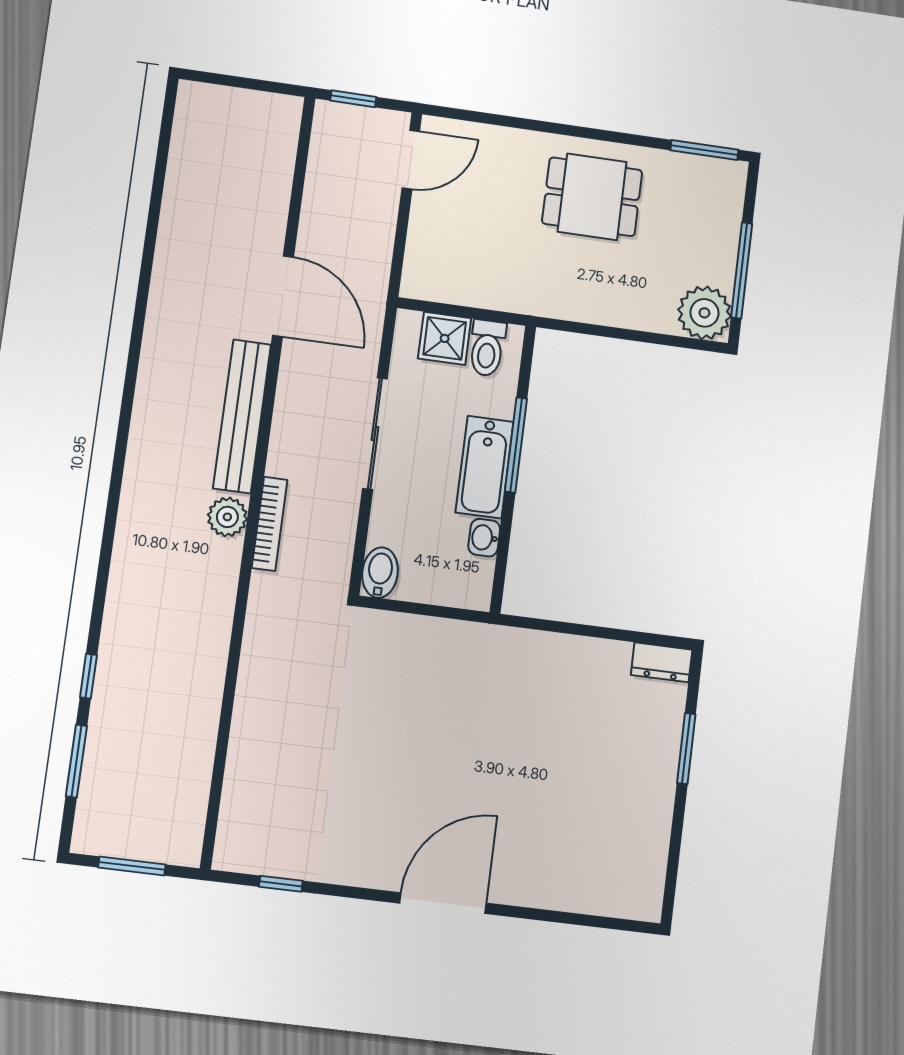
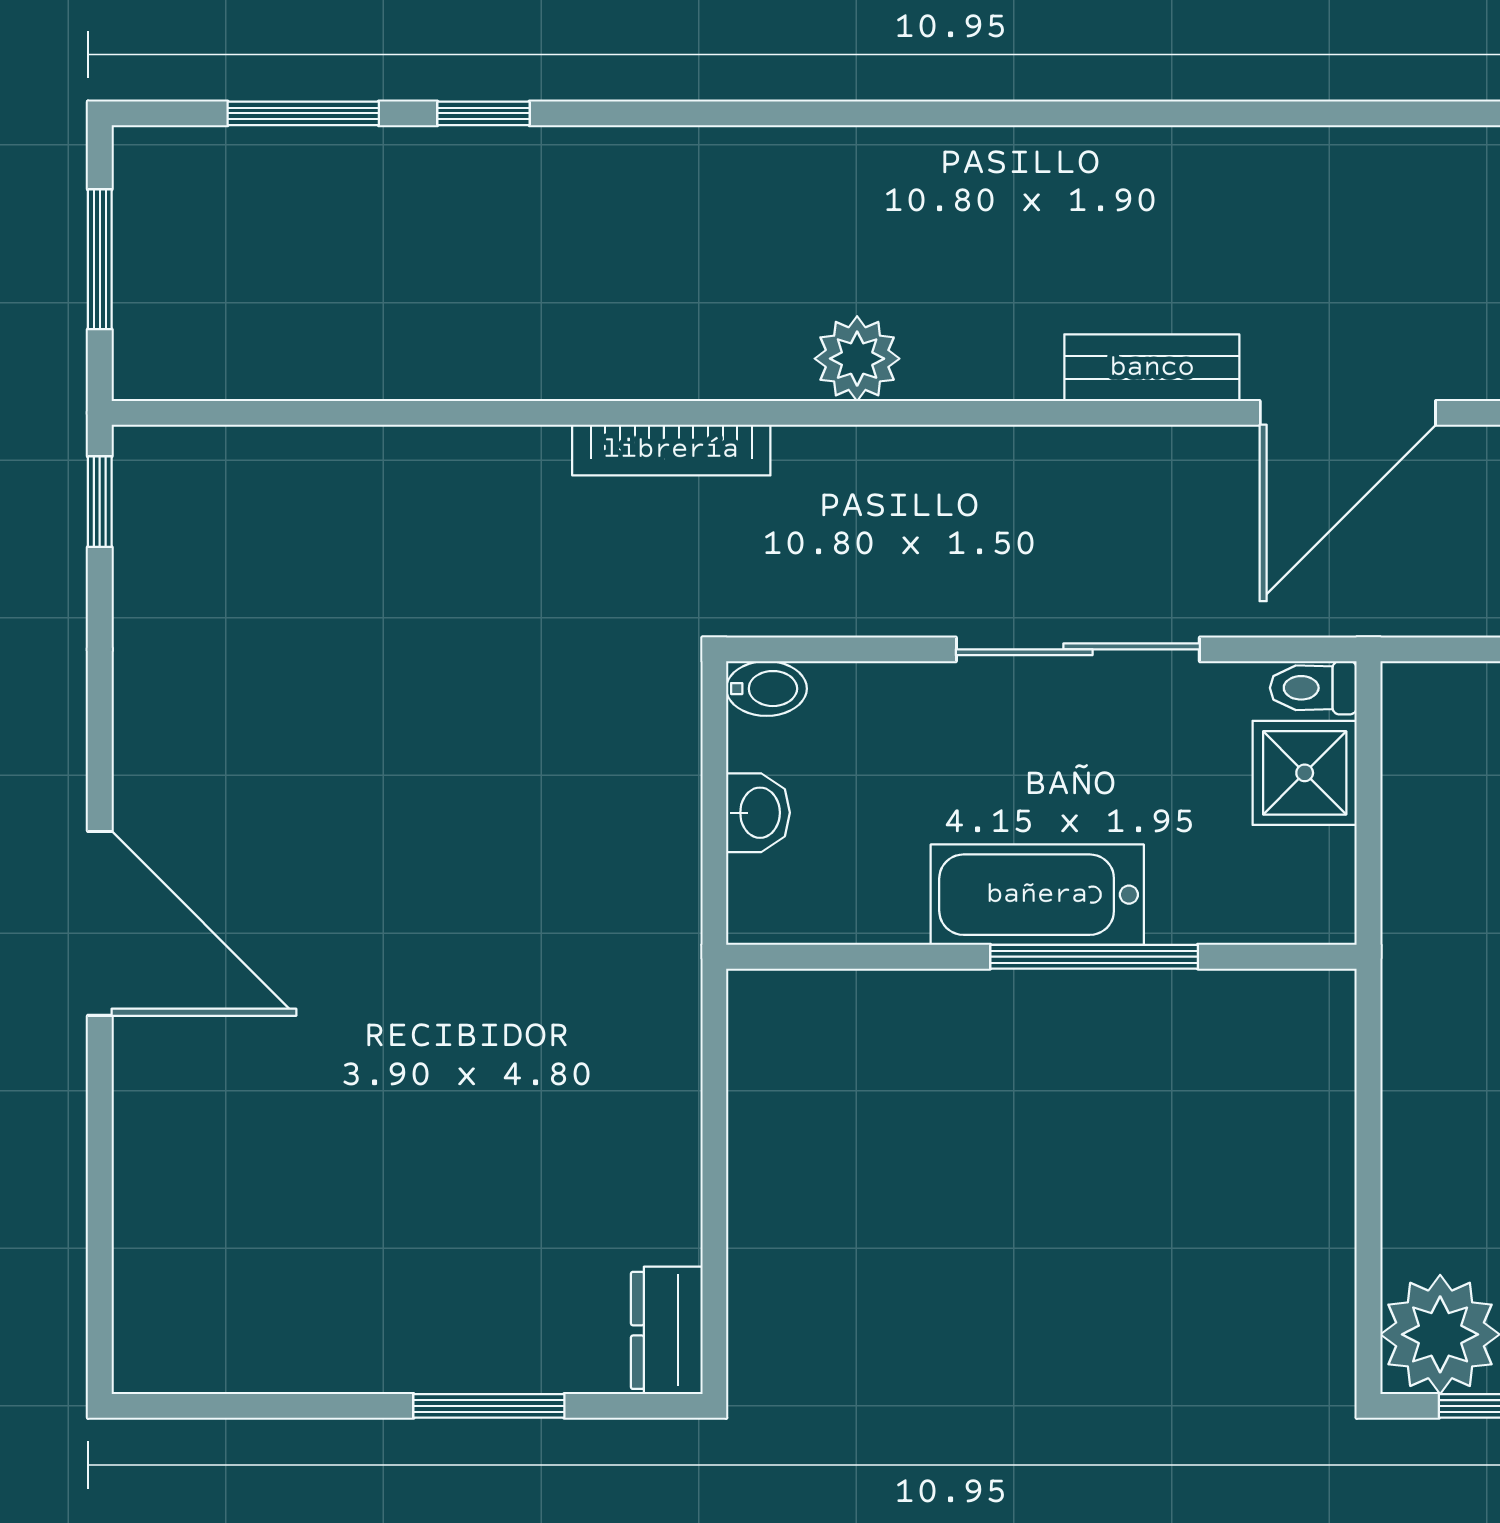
toilet: (487, 348) -> (1313, 688), moved, width x0.73, depth x0.72
bench: (242, 416) -> (1152, 368), width x0.54, depth x0.82
bookcase: (270, 524) -> (671, 450), moved
washbasin: (484, 538) -> (758, 813), moved, turned 90
bidet: (380, 573) -> (767, 689), width x0.72, depth x0.74
window: (281, 884) -> (100, 502), moved

